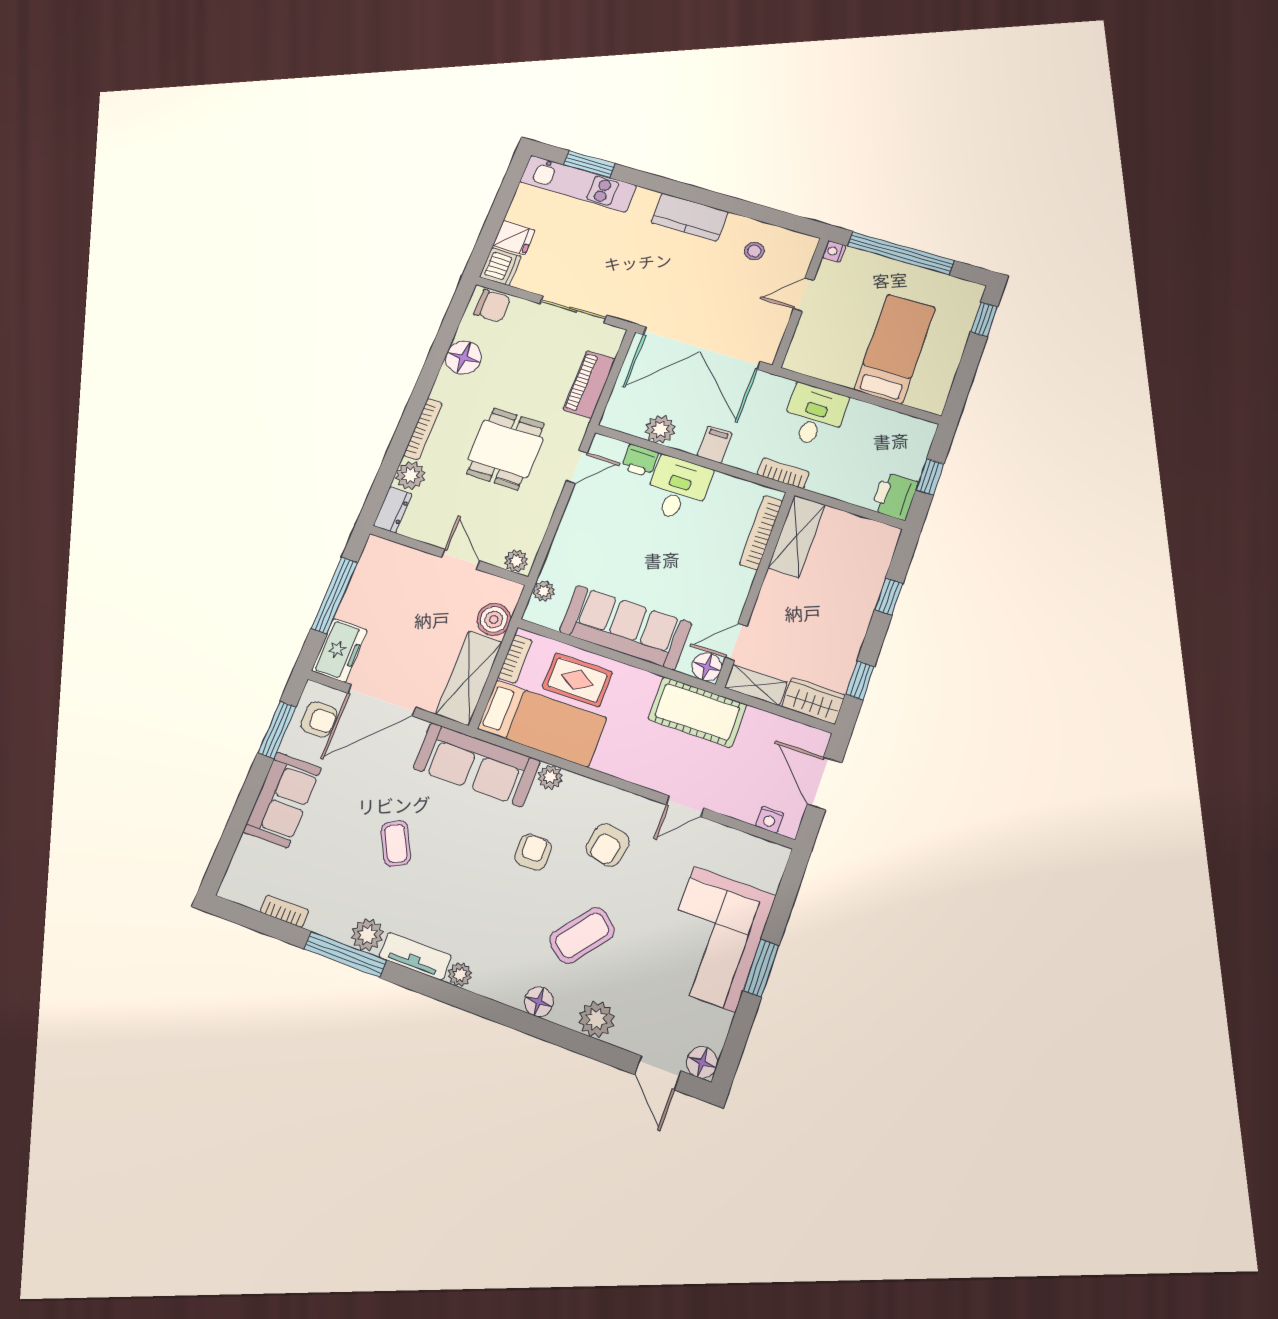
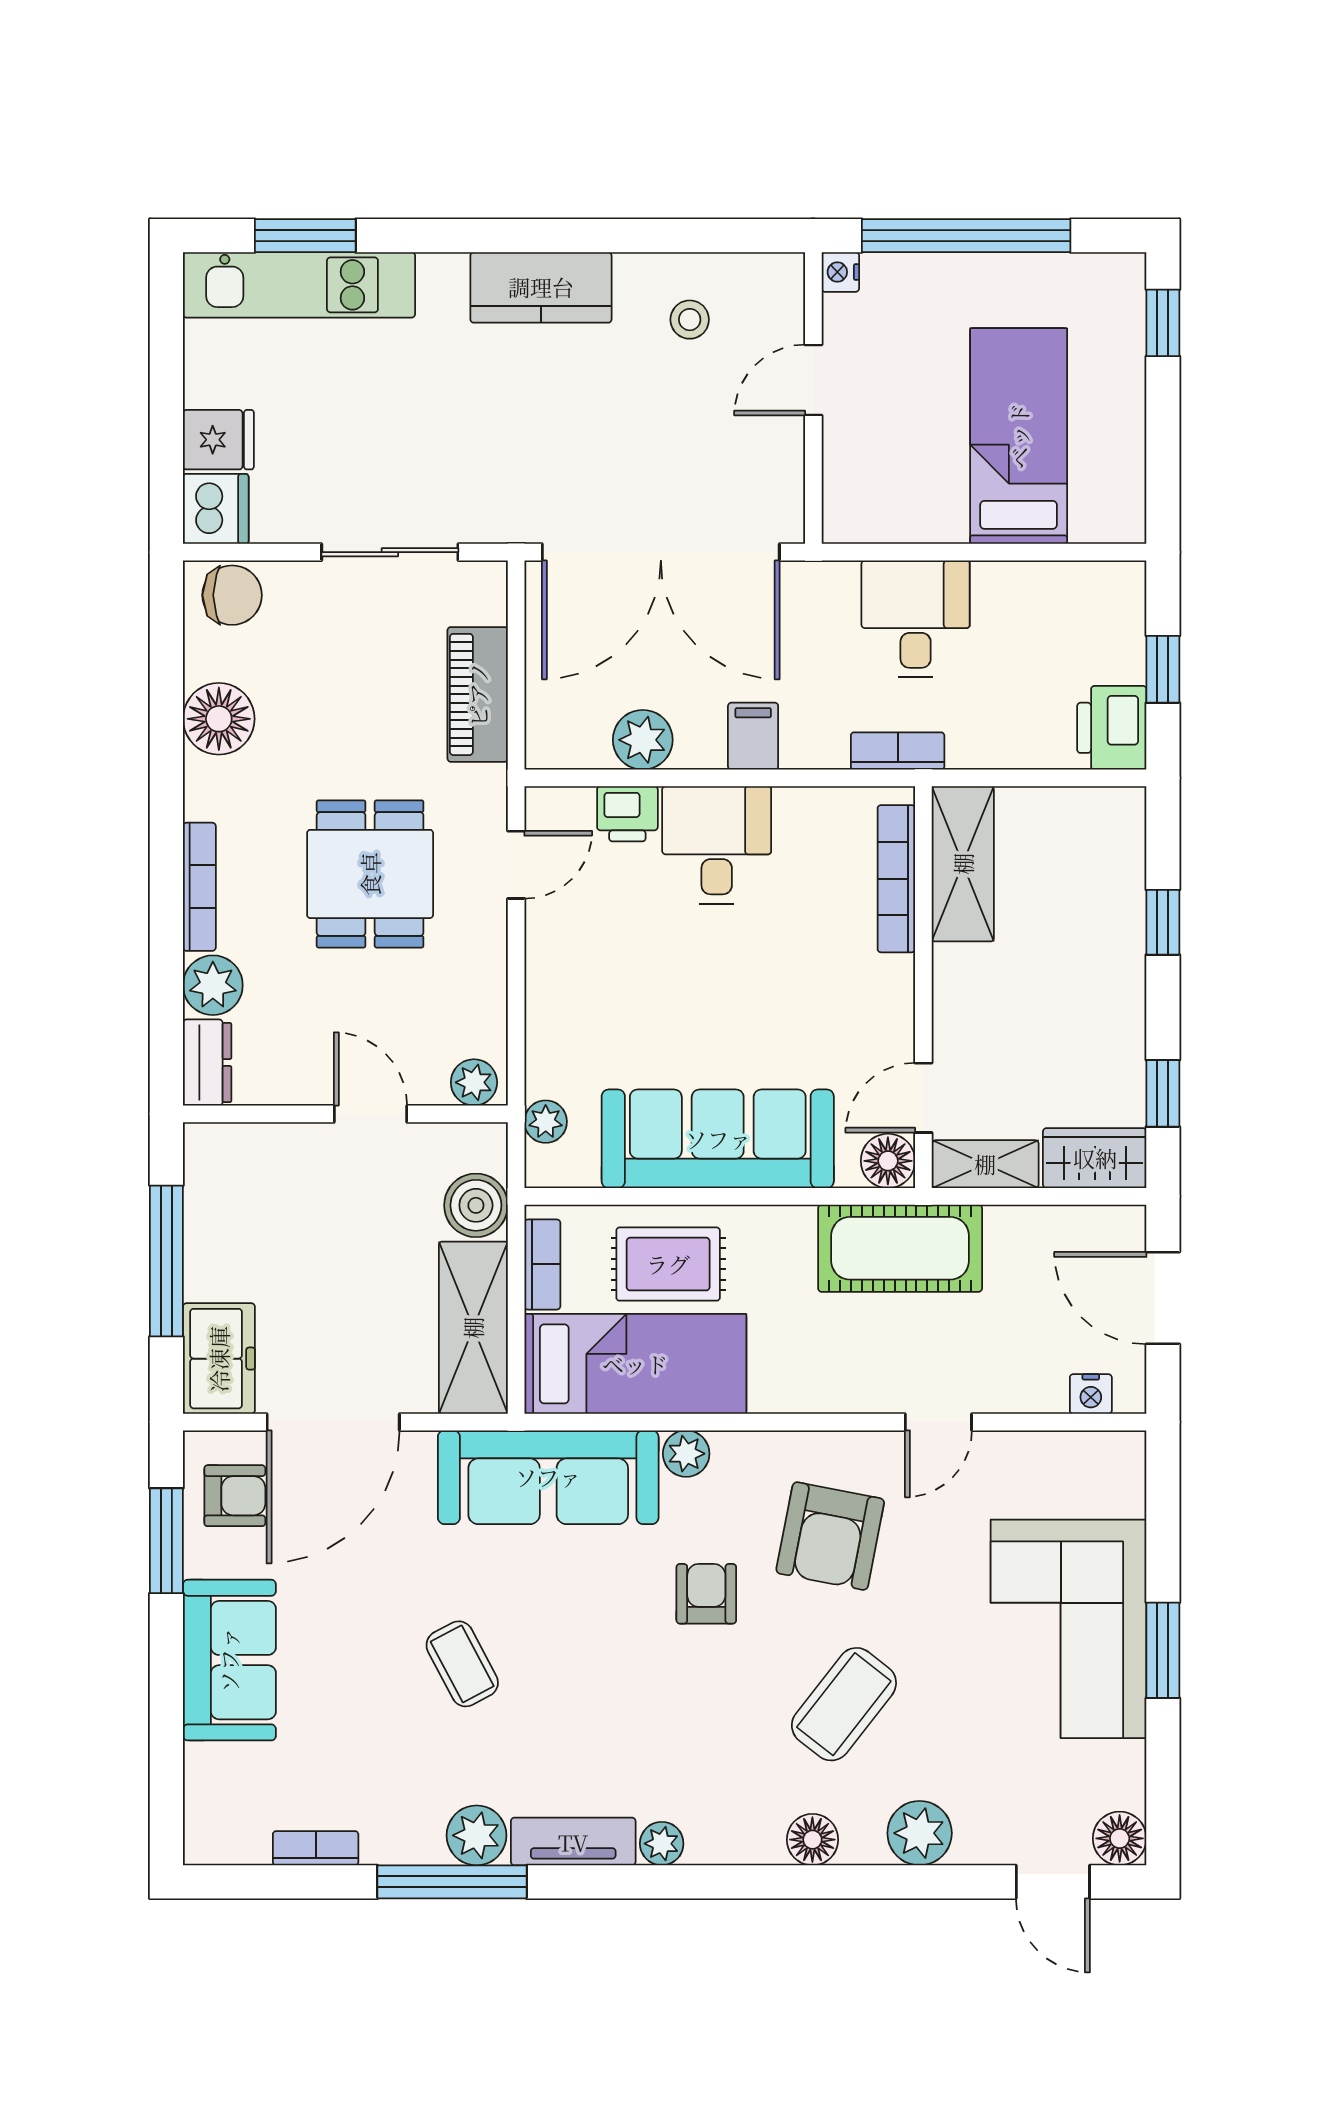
armchair: (608, 845) -> (830, 1536), width x1.38, depth x1.38

